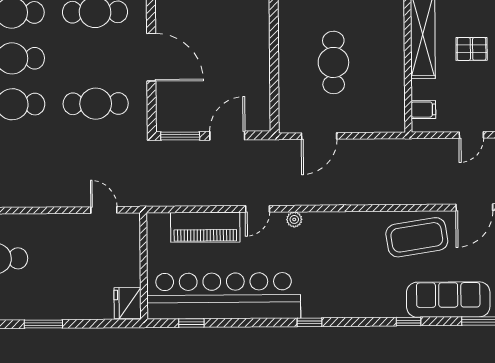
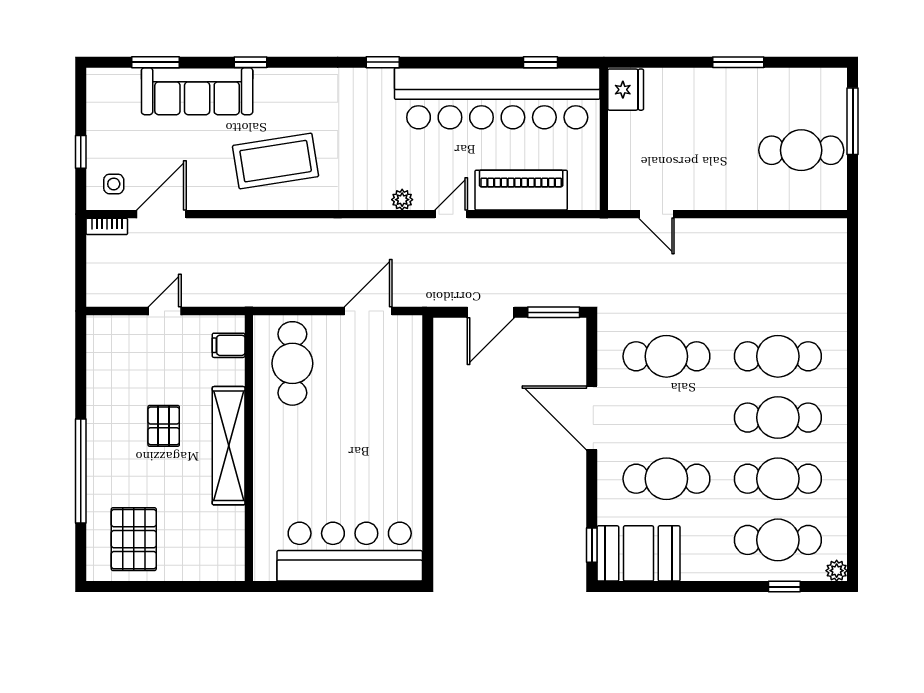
pallet: (472, 49) -> (164, 426), turned 90
cafe table: (333, 62) -> (292, 363), moved
coffee table: (417, 237) -> (276, 161), moved

